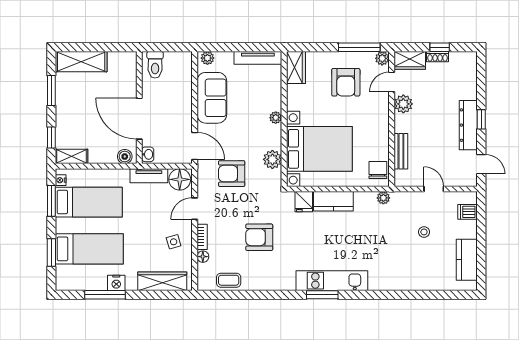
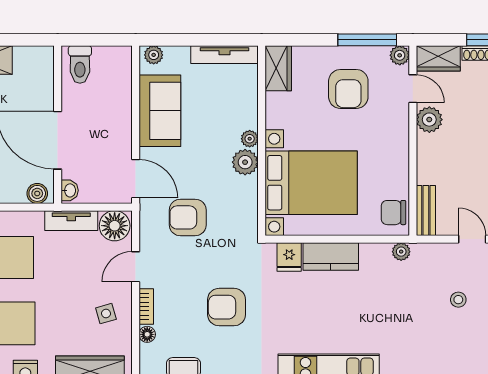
door: (392, 82) -> (413, 89), swing flipped
bench: (401, 151) -> (426, 211), moved
plant: (272, 159) -> (245, 162), moved
chair: (378, 170) -> (393, 213), turned -90

